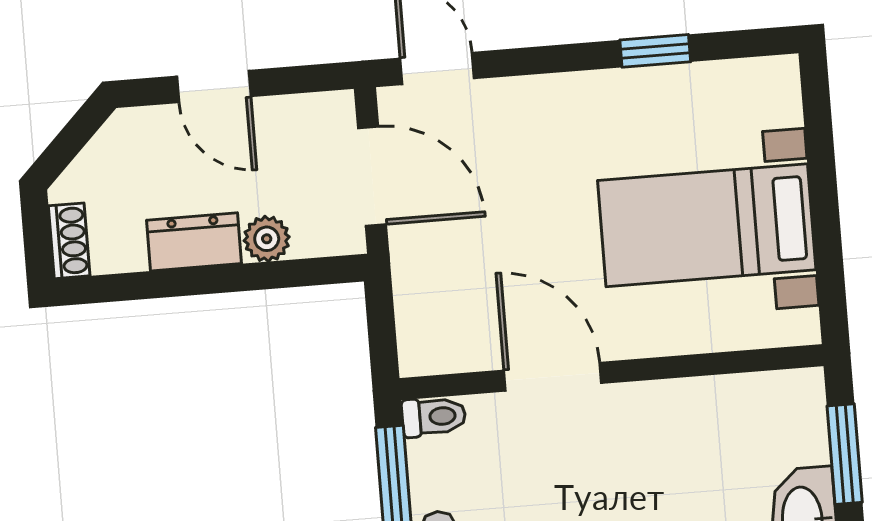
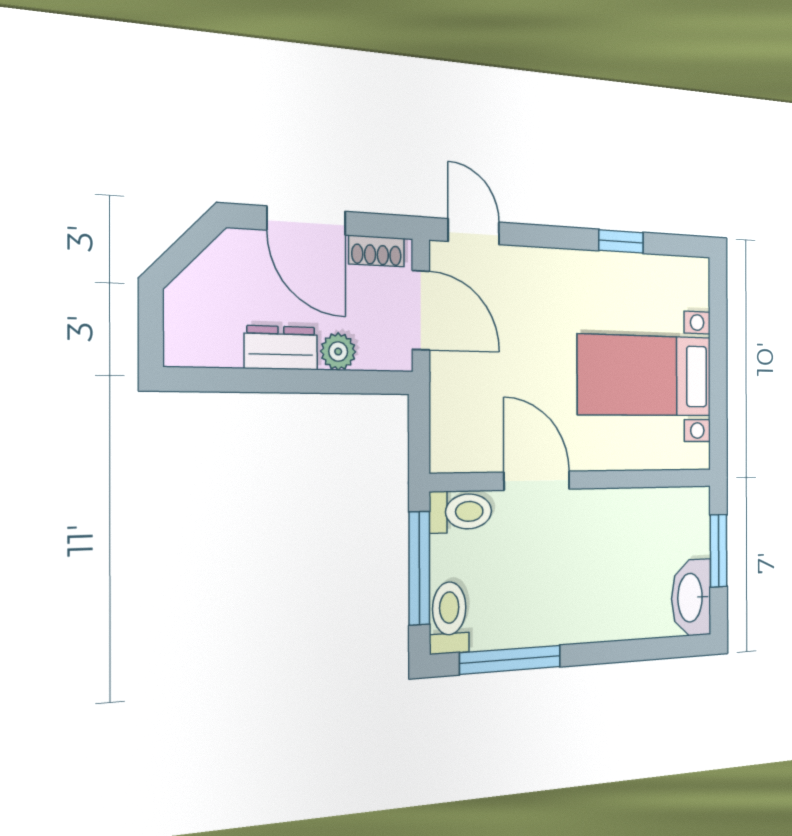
door: (214, 86) -> (306, 221), width x1.38
shoe rack: (69, 241) -> (376, 251), moved, turned 90
toilet: (434, 417) -> (461, 512), width x1.37, depth x1.39

